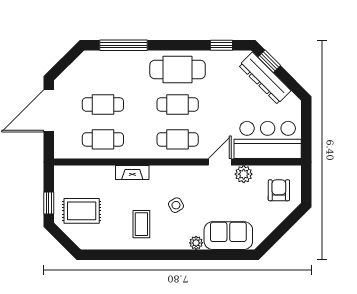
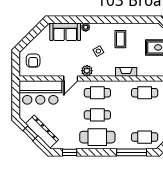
window: (269, 61) -> (30, 133), moved
cafe table: (103, 104) -> (145, 137), moved
plant: (244, 174) -> (87, 71), moved

